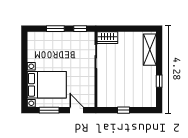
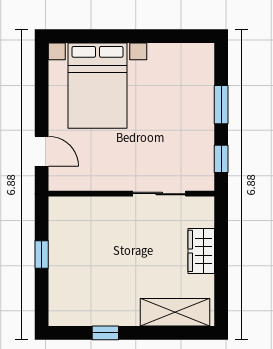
wardrobe: (107, 38) -> (201, 251), moved
window: (49, 110) -> (42, 91), removed
door: (77, 110) -> (42, 151), hinge flipped

